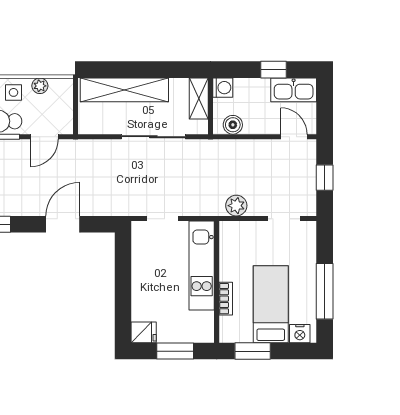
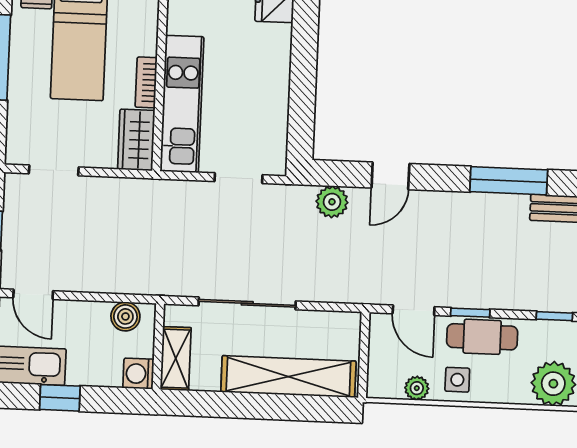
door: (44, 137) -> (414, 310), swing flipped
plant: (236, 206) -> (332, 202), moved
door: (63, 224) -> (390, 176), width x0.73
wardrobe: (231, 241) -> (136, 140), added
bookcase: (226, 299) -> (146, 82), moved

